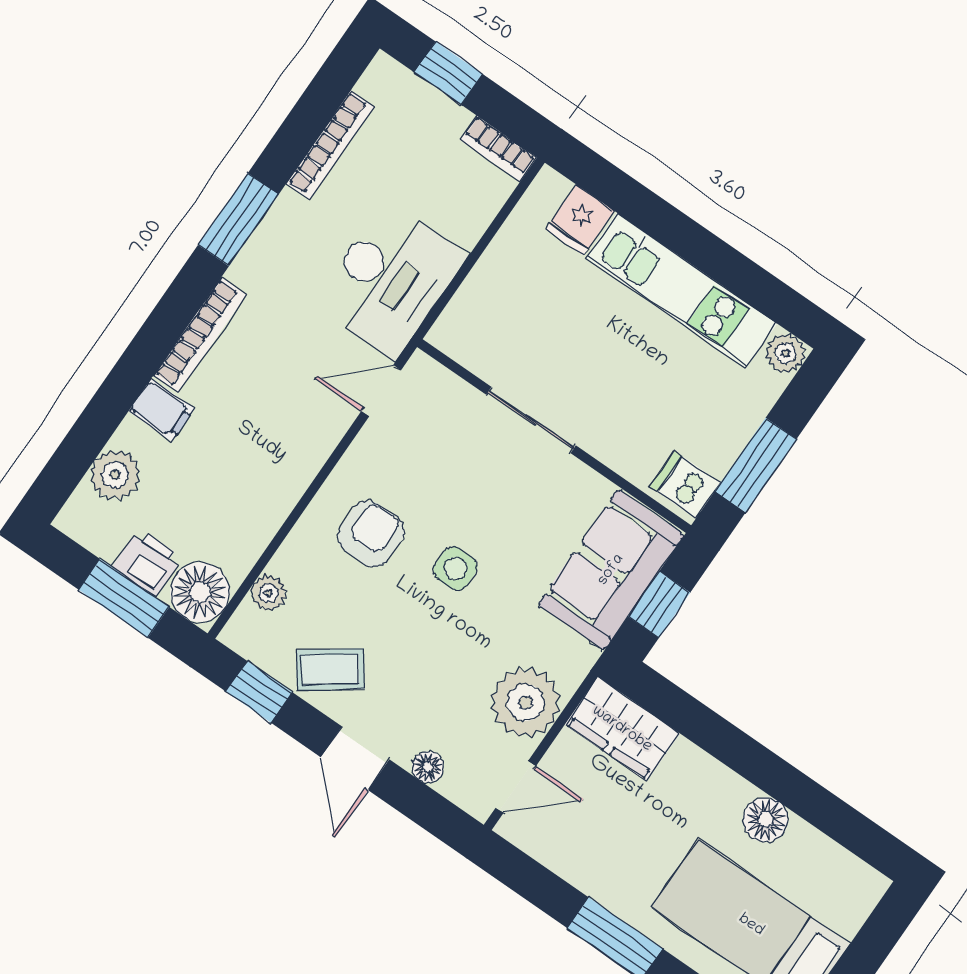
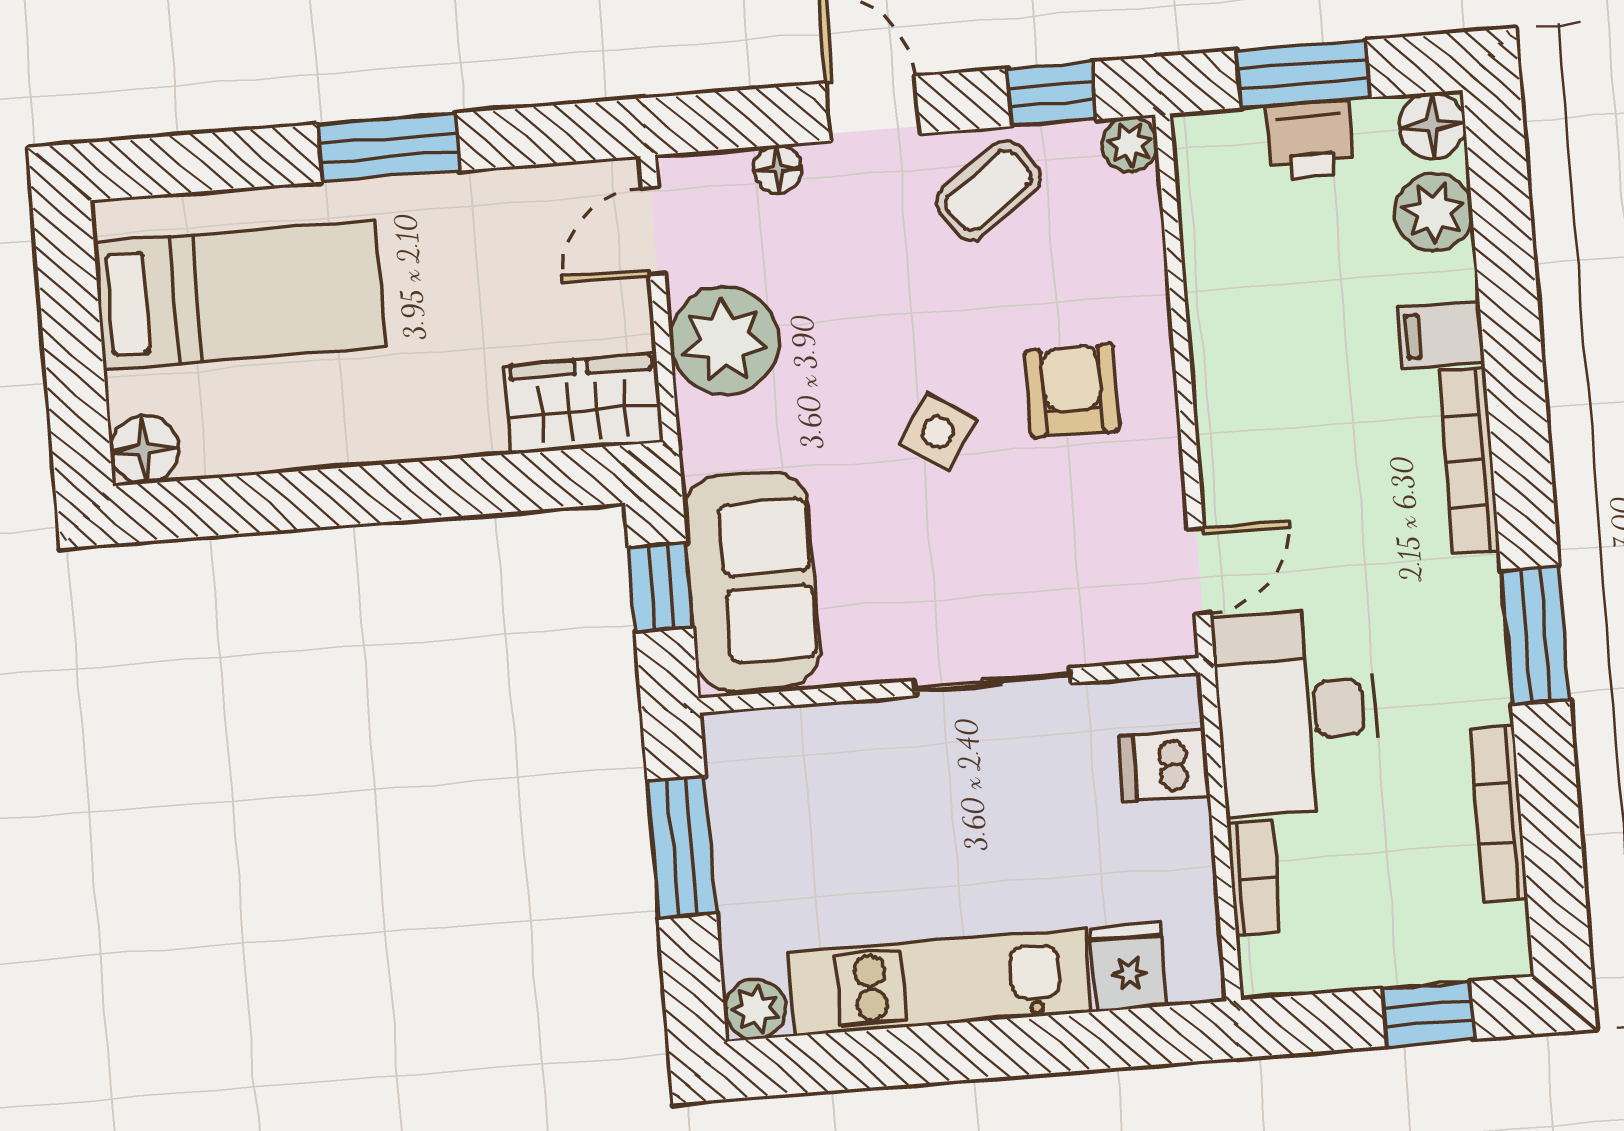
bookcase: (498, 148) -> (1254, 878), moved, turned 90
dishwasher: (685, 485) -> (1165, 766), moved, turned 180
armchair: (371, 534) -> (1072, 391), turned 180
side table: (455, 569) -> (938, 432), turned 33
floor lamp: (200, 592) -> (1432, 126), moved, width x0.73, depth x0.73
plant: (269, 593) -> (1130, 144), moved
floor lamp: (766, 820) -> (144, 449), moved

